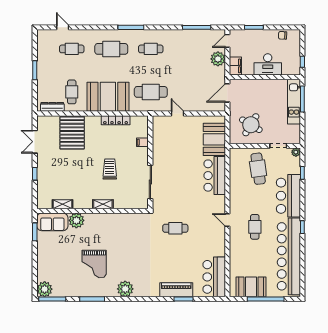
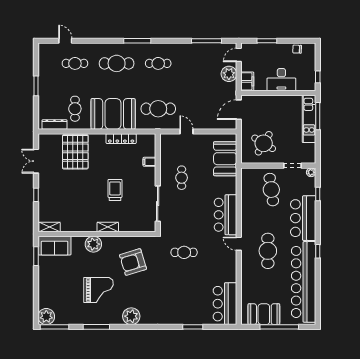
cafe table: (173, 157) -> (182, 178), added
bar counter: (215, 176) -> (226, 215), moved
shelving: (62, 204) -> (49, 227), moved
plant: (76, 220) -> (93, 244), moved
cafe table: (255, 227) -> (268, 251), width x1.37, depth x1.35
armchair: (127, 237) -> (133, 262), added
grand piano: (94, 264) -> (99, 290), turned -90
piano: (176, 290) -> (185, 317), removed

